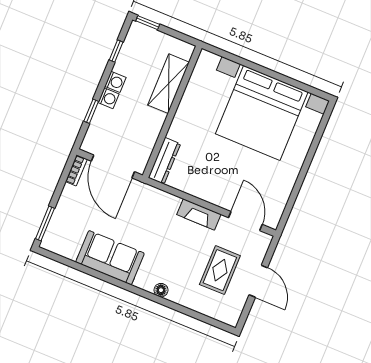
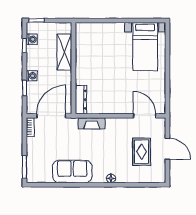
washing machine: (115, 82) -> (32, 39), moved
bed with nightstands: (262, 113) -> (145, 47), width x0.54
door: (113, 166) -> (51, 116), swing flipped
fireplace: (199, 214) -> (92, 123), moved

